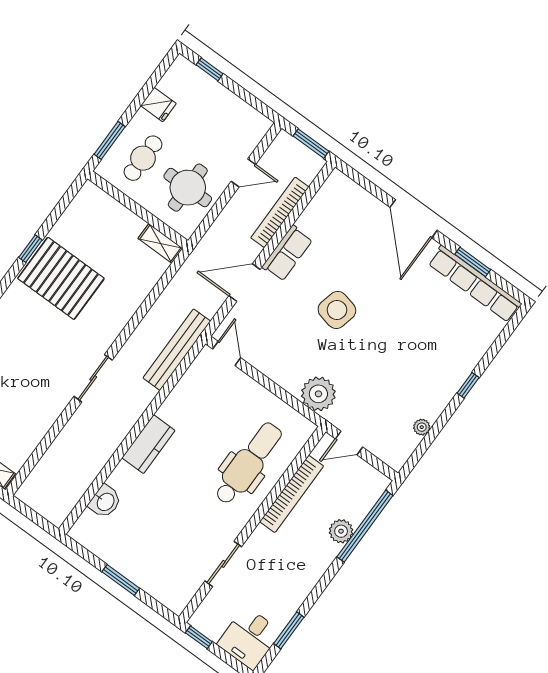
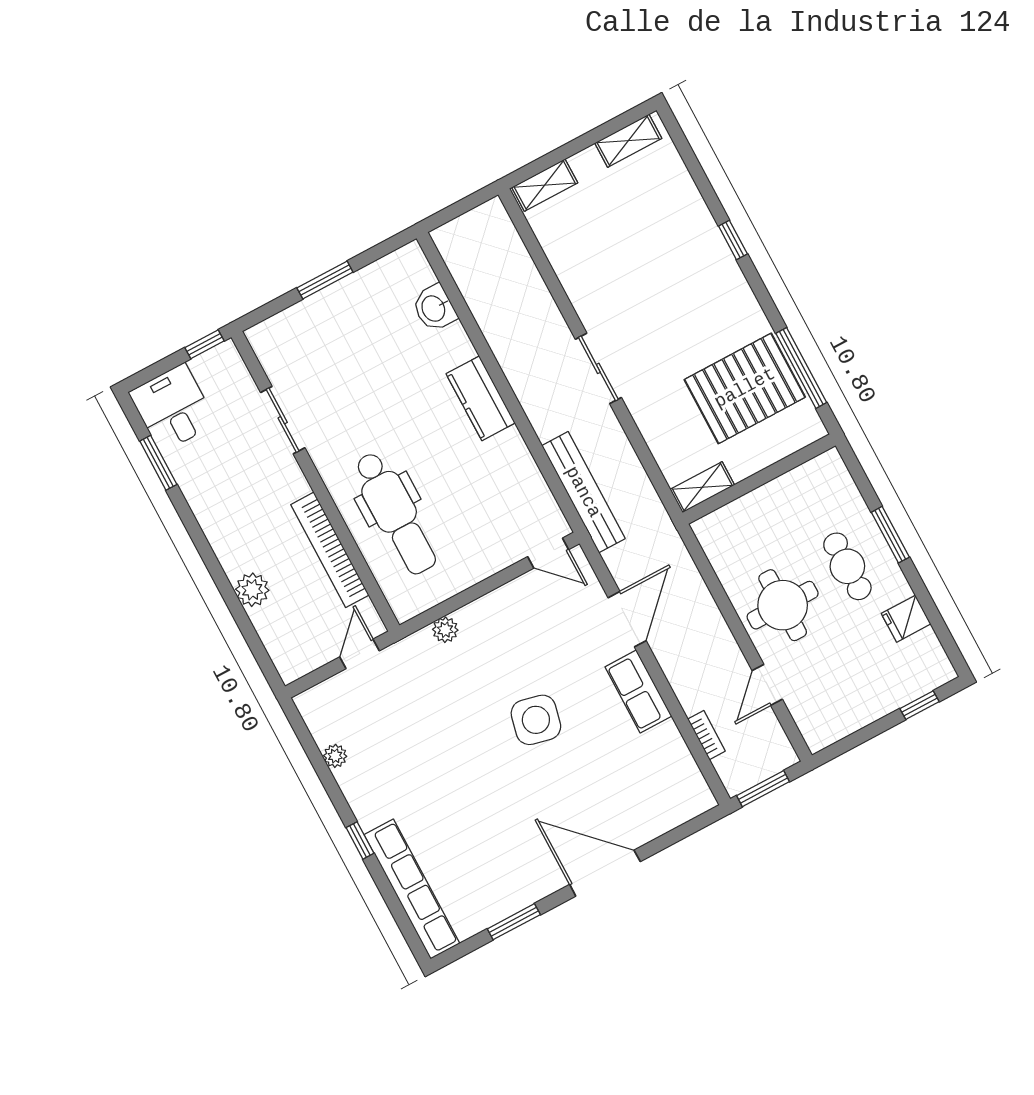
wall: (138, 210) -> (759, 479), moved
bookcase: (280, 212) -> (706, 735), width x0.43, depth x0.76
shelving: (160, 243) -> (702, 487), moved
window: (30, 249) -> (801, 368), width x2.17
row of seats: (475, 284) -> (412, 889), moved, turned 90
plant: (318, 394) -> (445, 630), width x0.53, depth x0.53
window: (365, 526) -> (244, 623), removed

